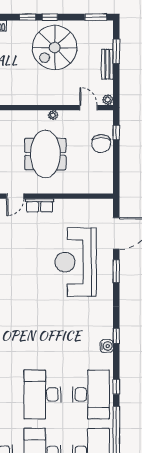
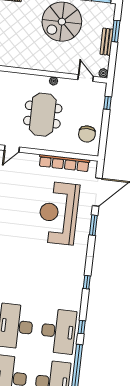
chair: (101, 144) -> (87, 134), moved
row of seats: (40, 205) -> (64, 163), moved, width x2.02
water cooler: (107, 346) -> (77, 290), removed

